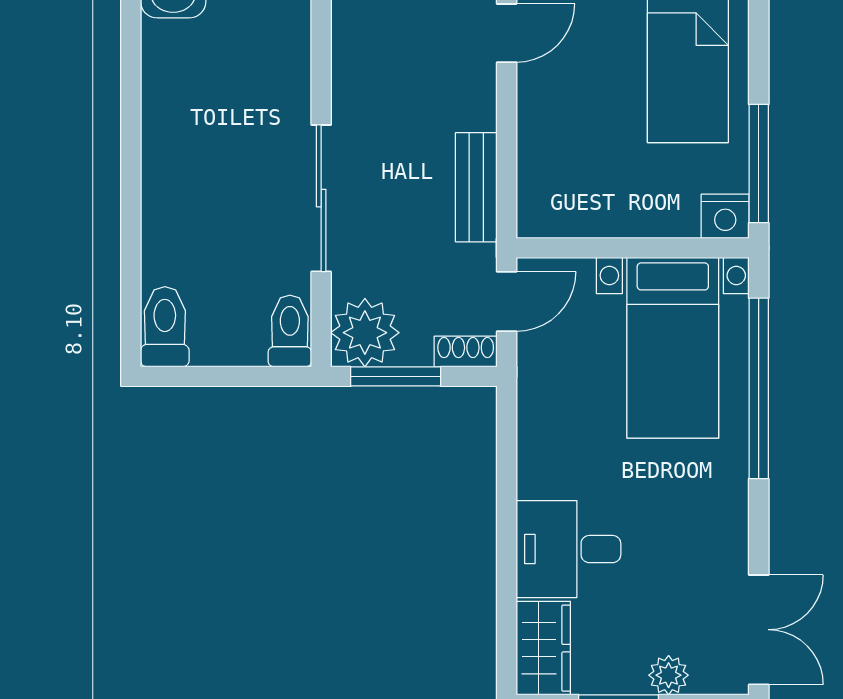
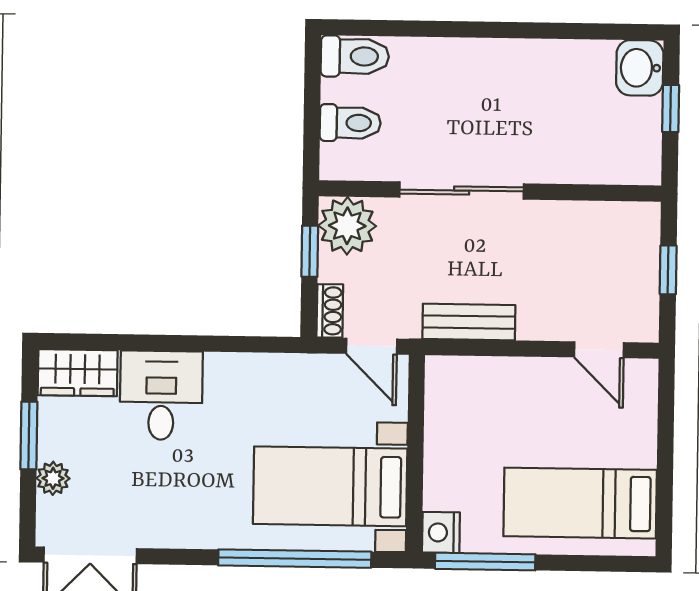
toilet: (290, 331) -> (350, 123), moved
window: (396, 376) -> (310, 251), width x0.67

